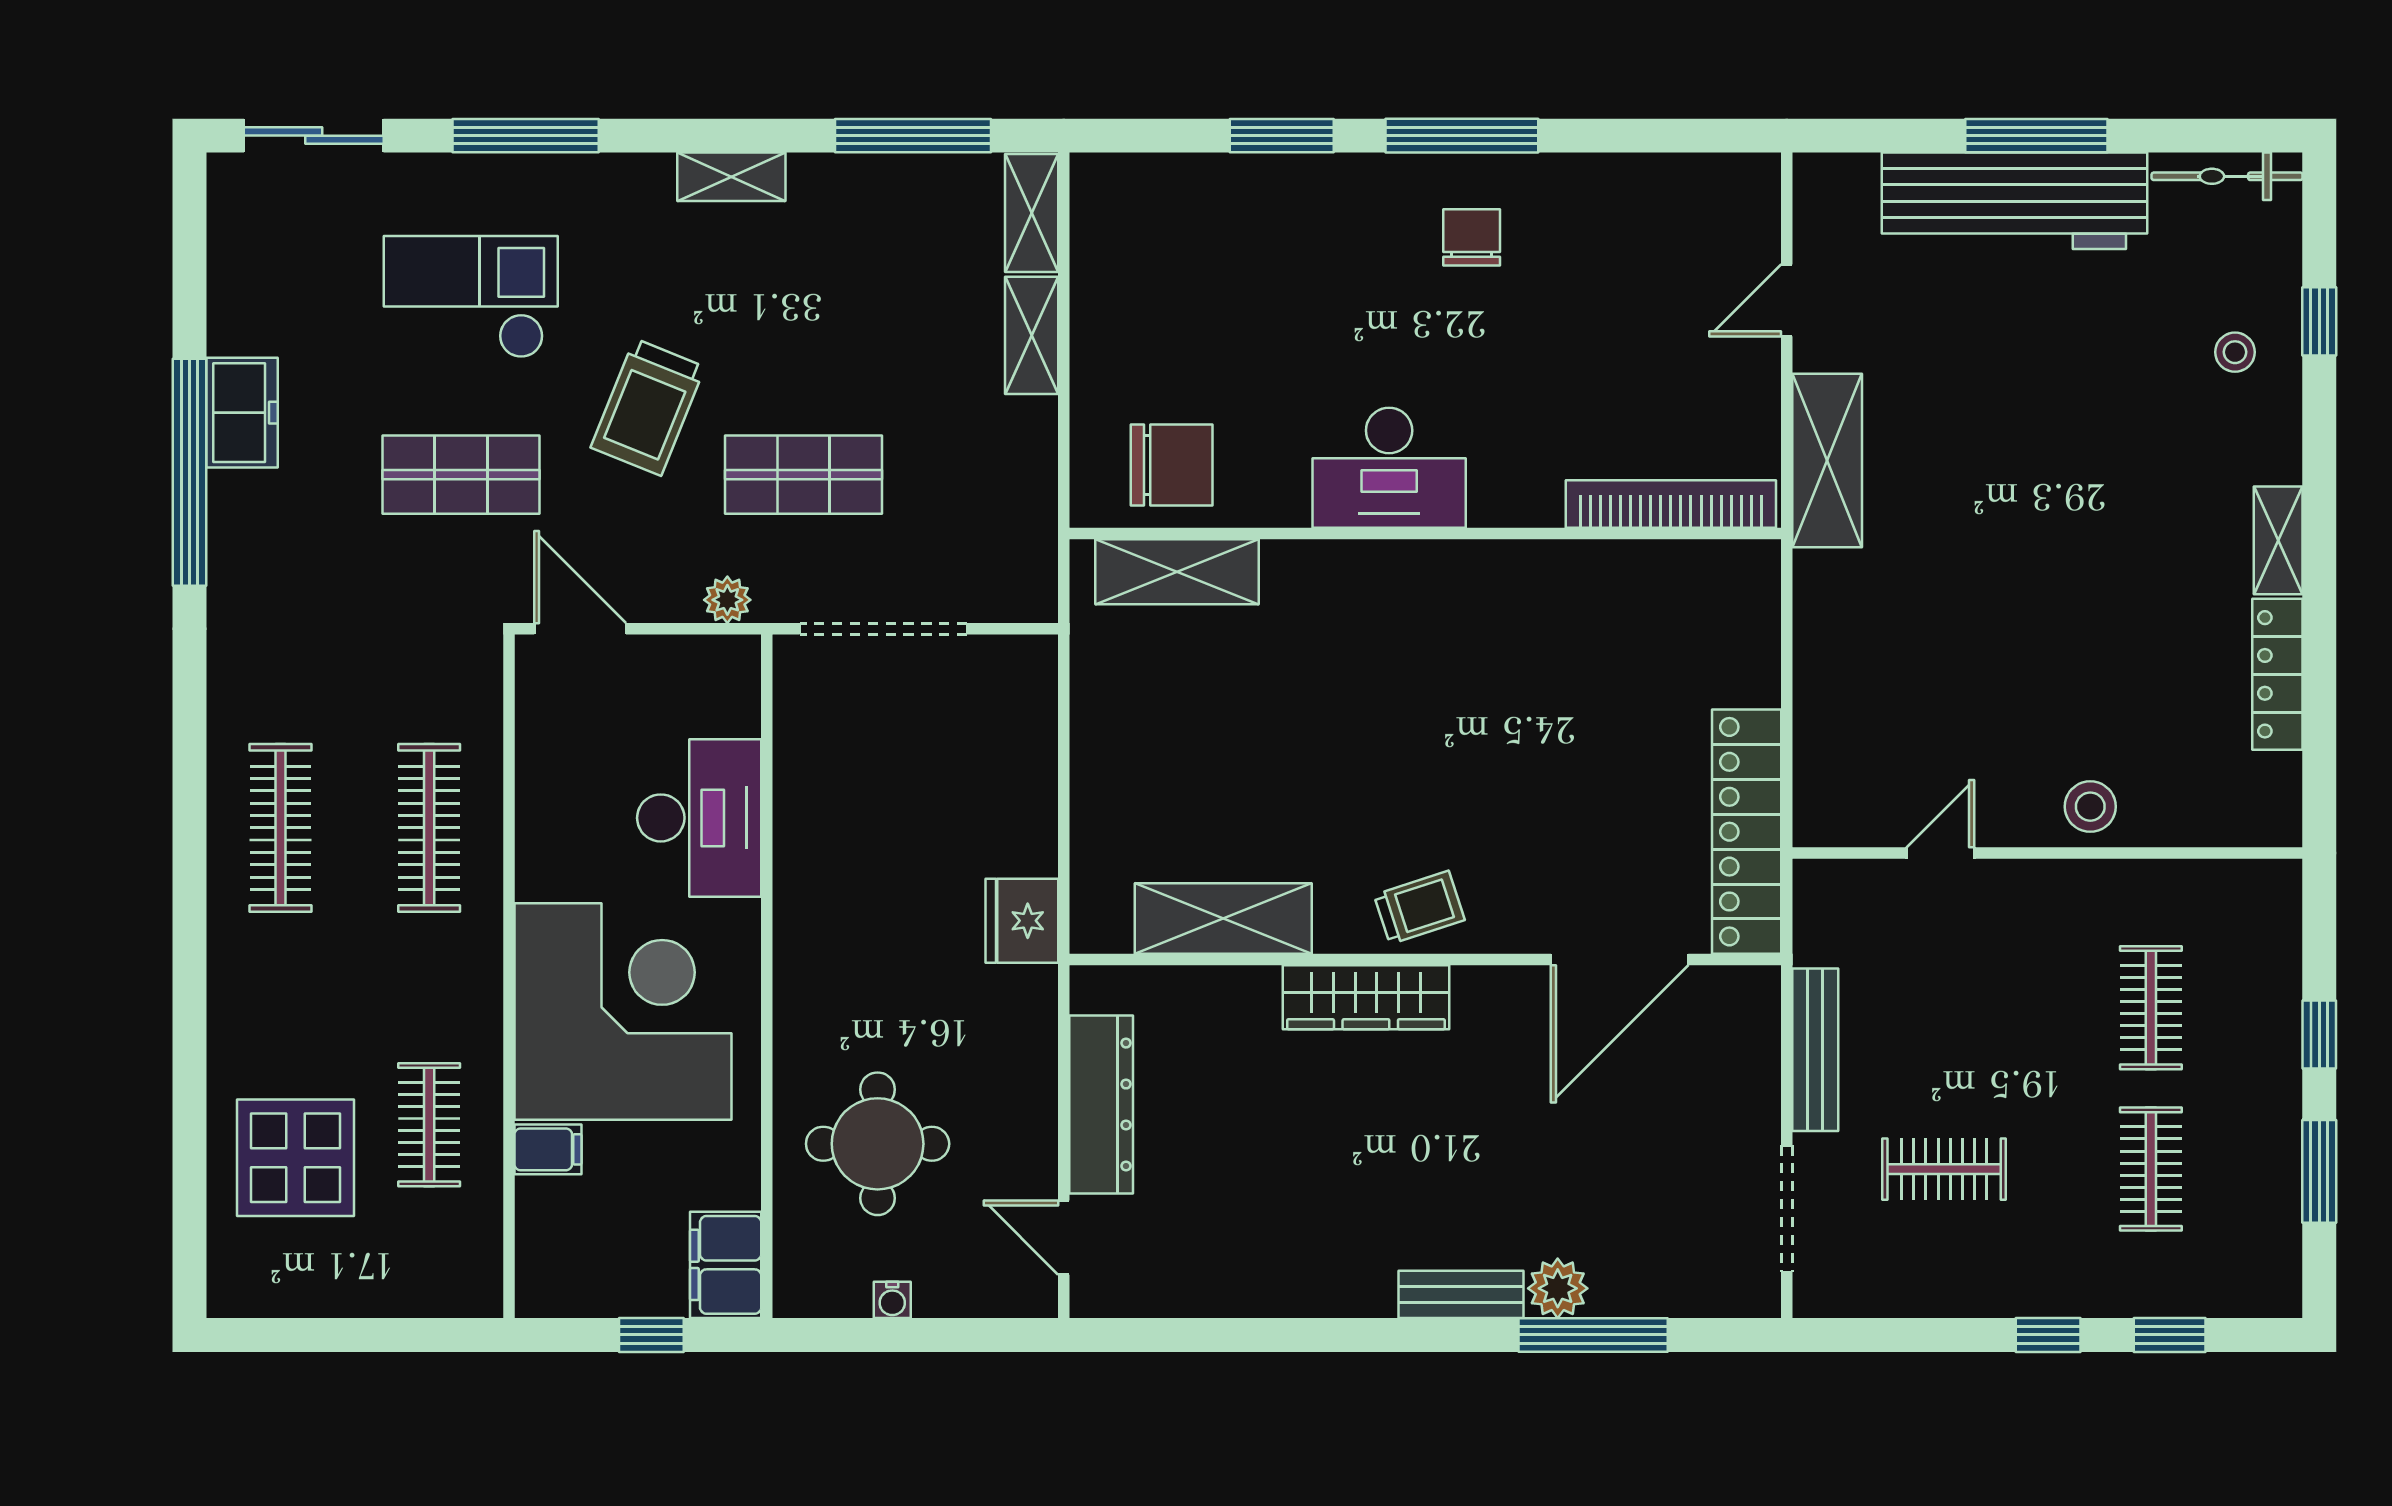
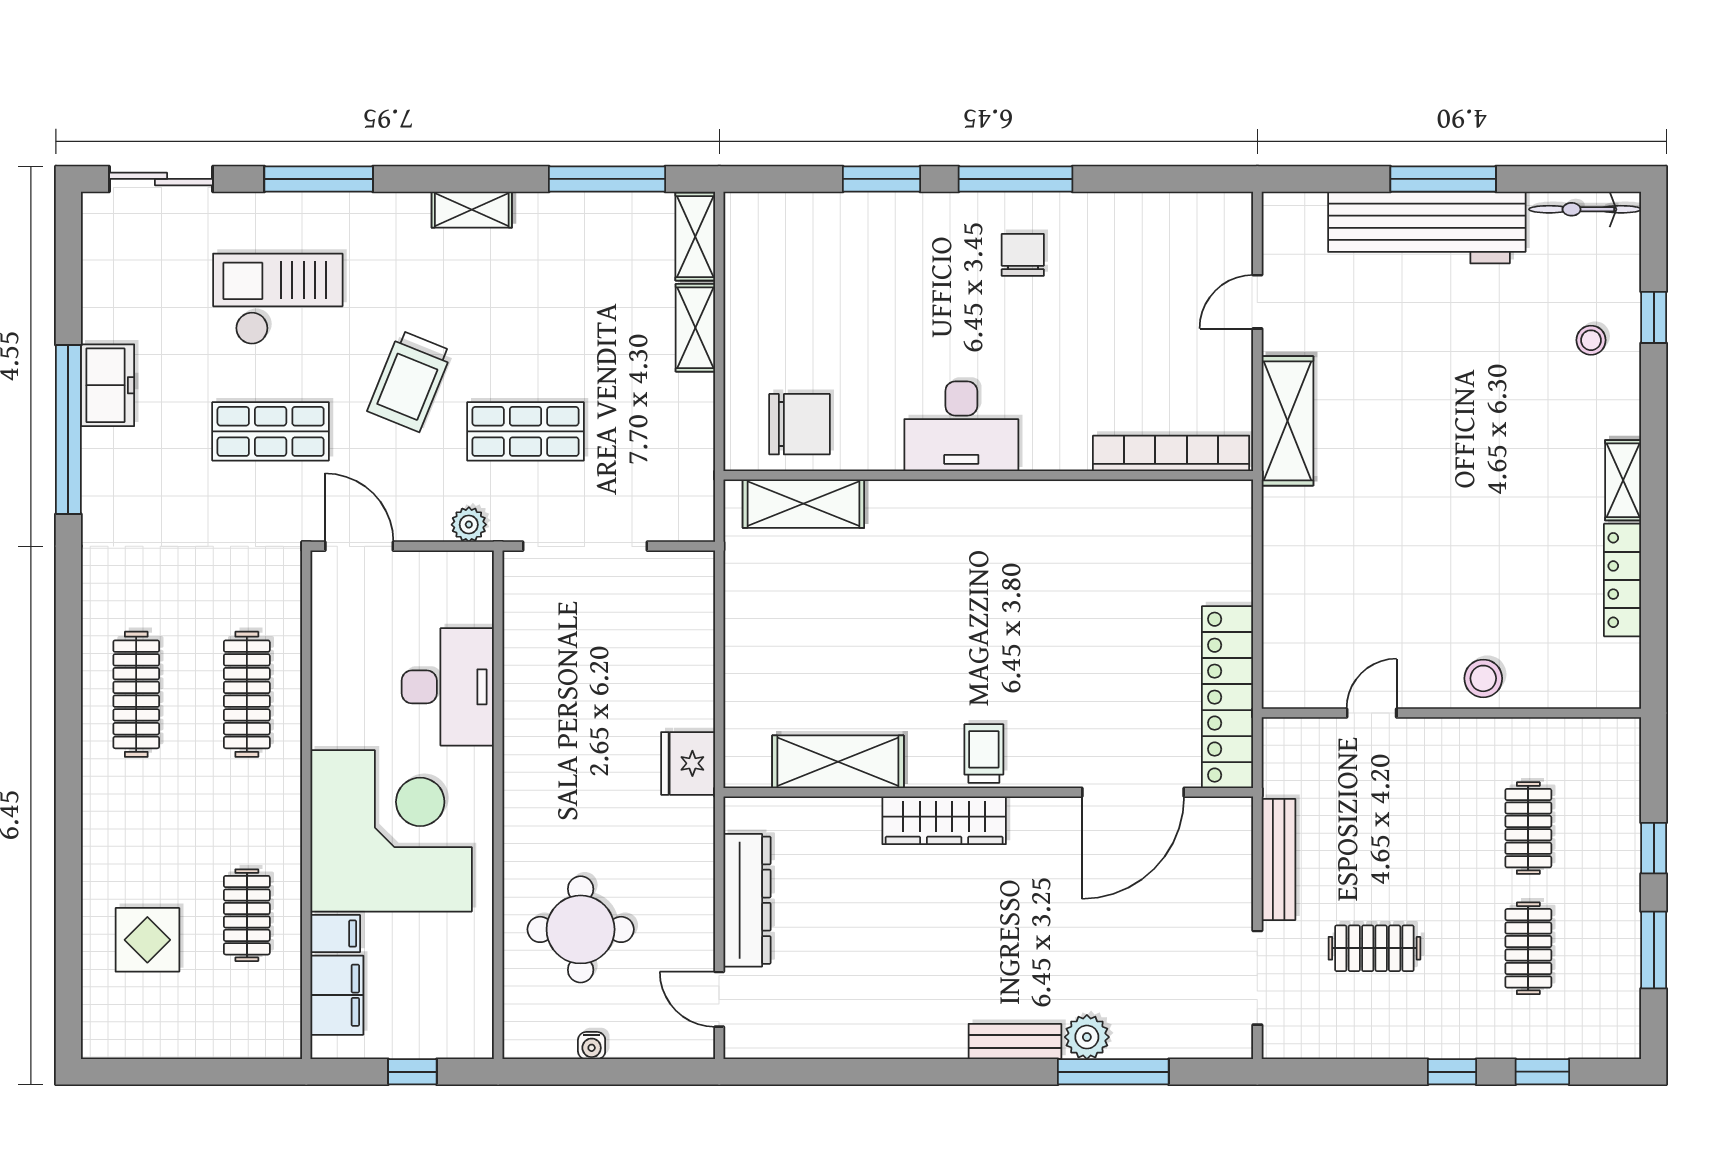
trolley: (1419, 907) -> (984, 754), turned -72
display table: (296, 1158) -> (147, 940), width x0.73, depth x0.73
filing cabinet: (726, 1265) -> (337, 995), moved, turned 180

